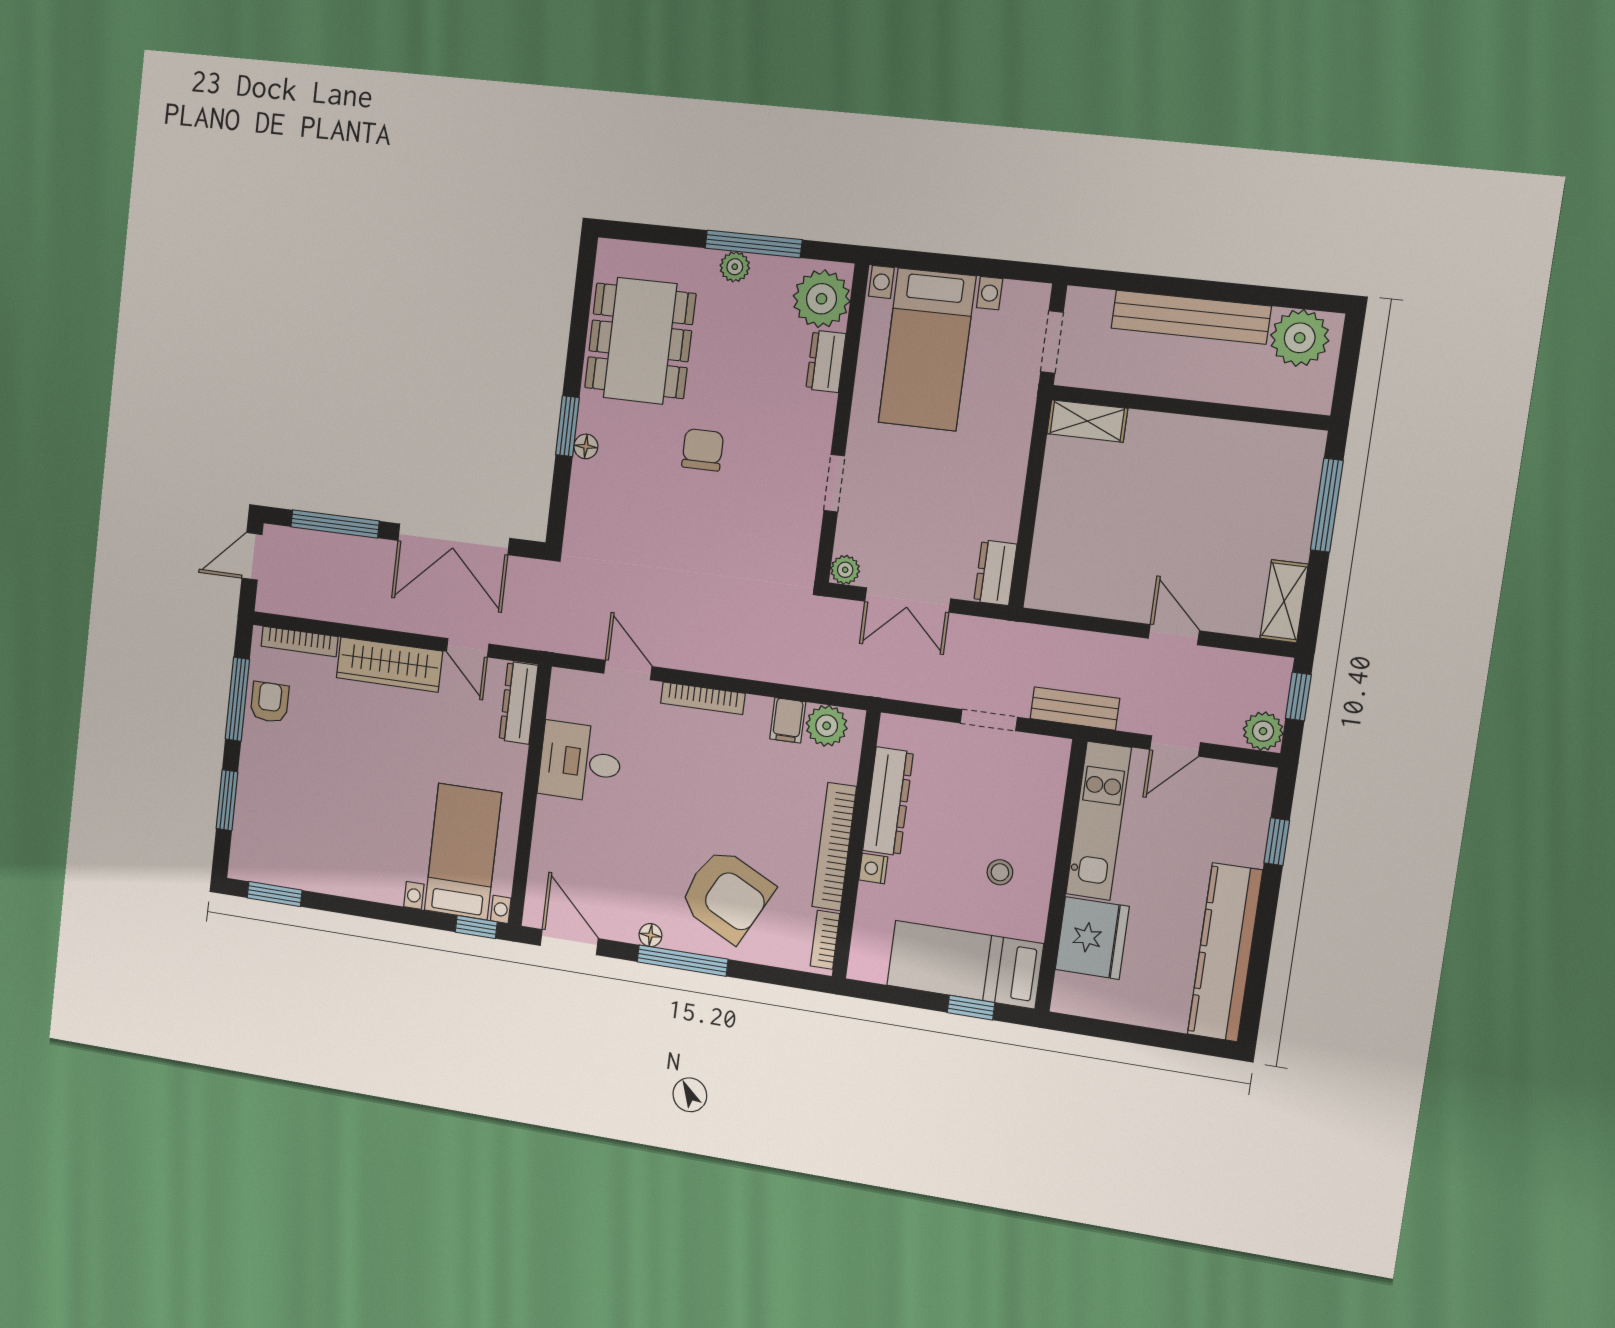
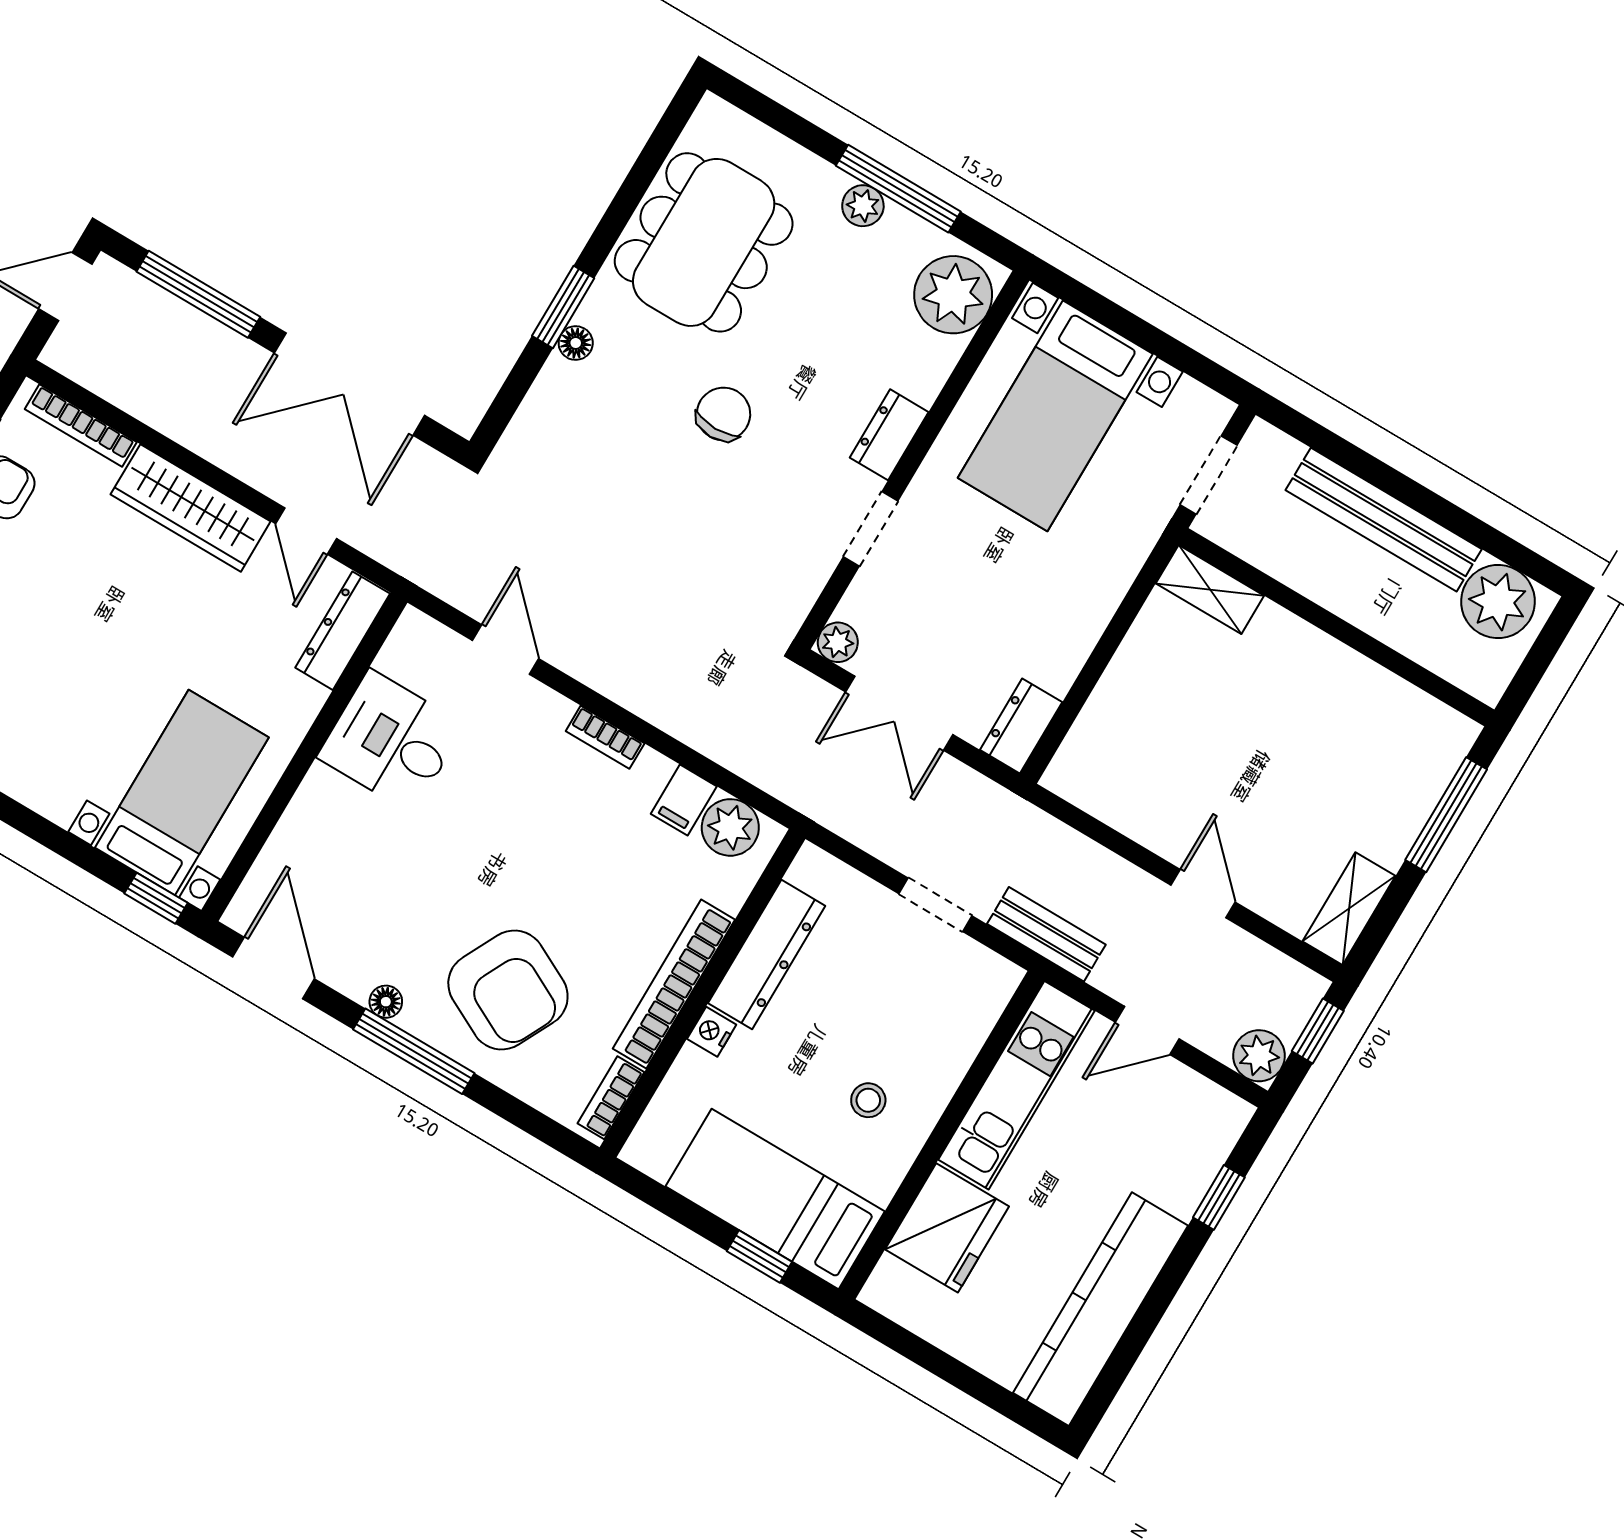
dresser: (826, 361) -> (889, 435), moved
bookcase: (703, 698) -> (605, 737), width x0.64

